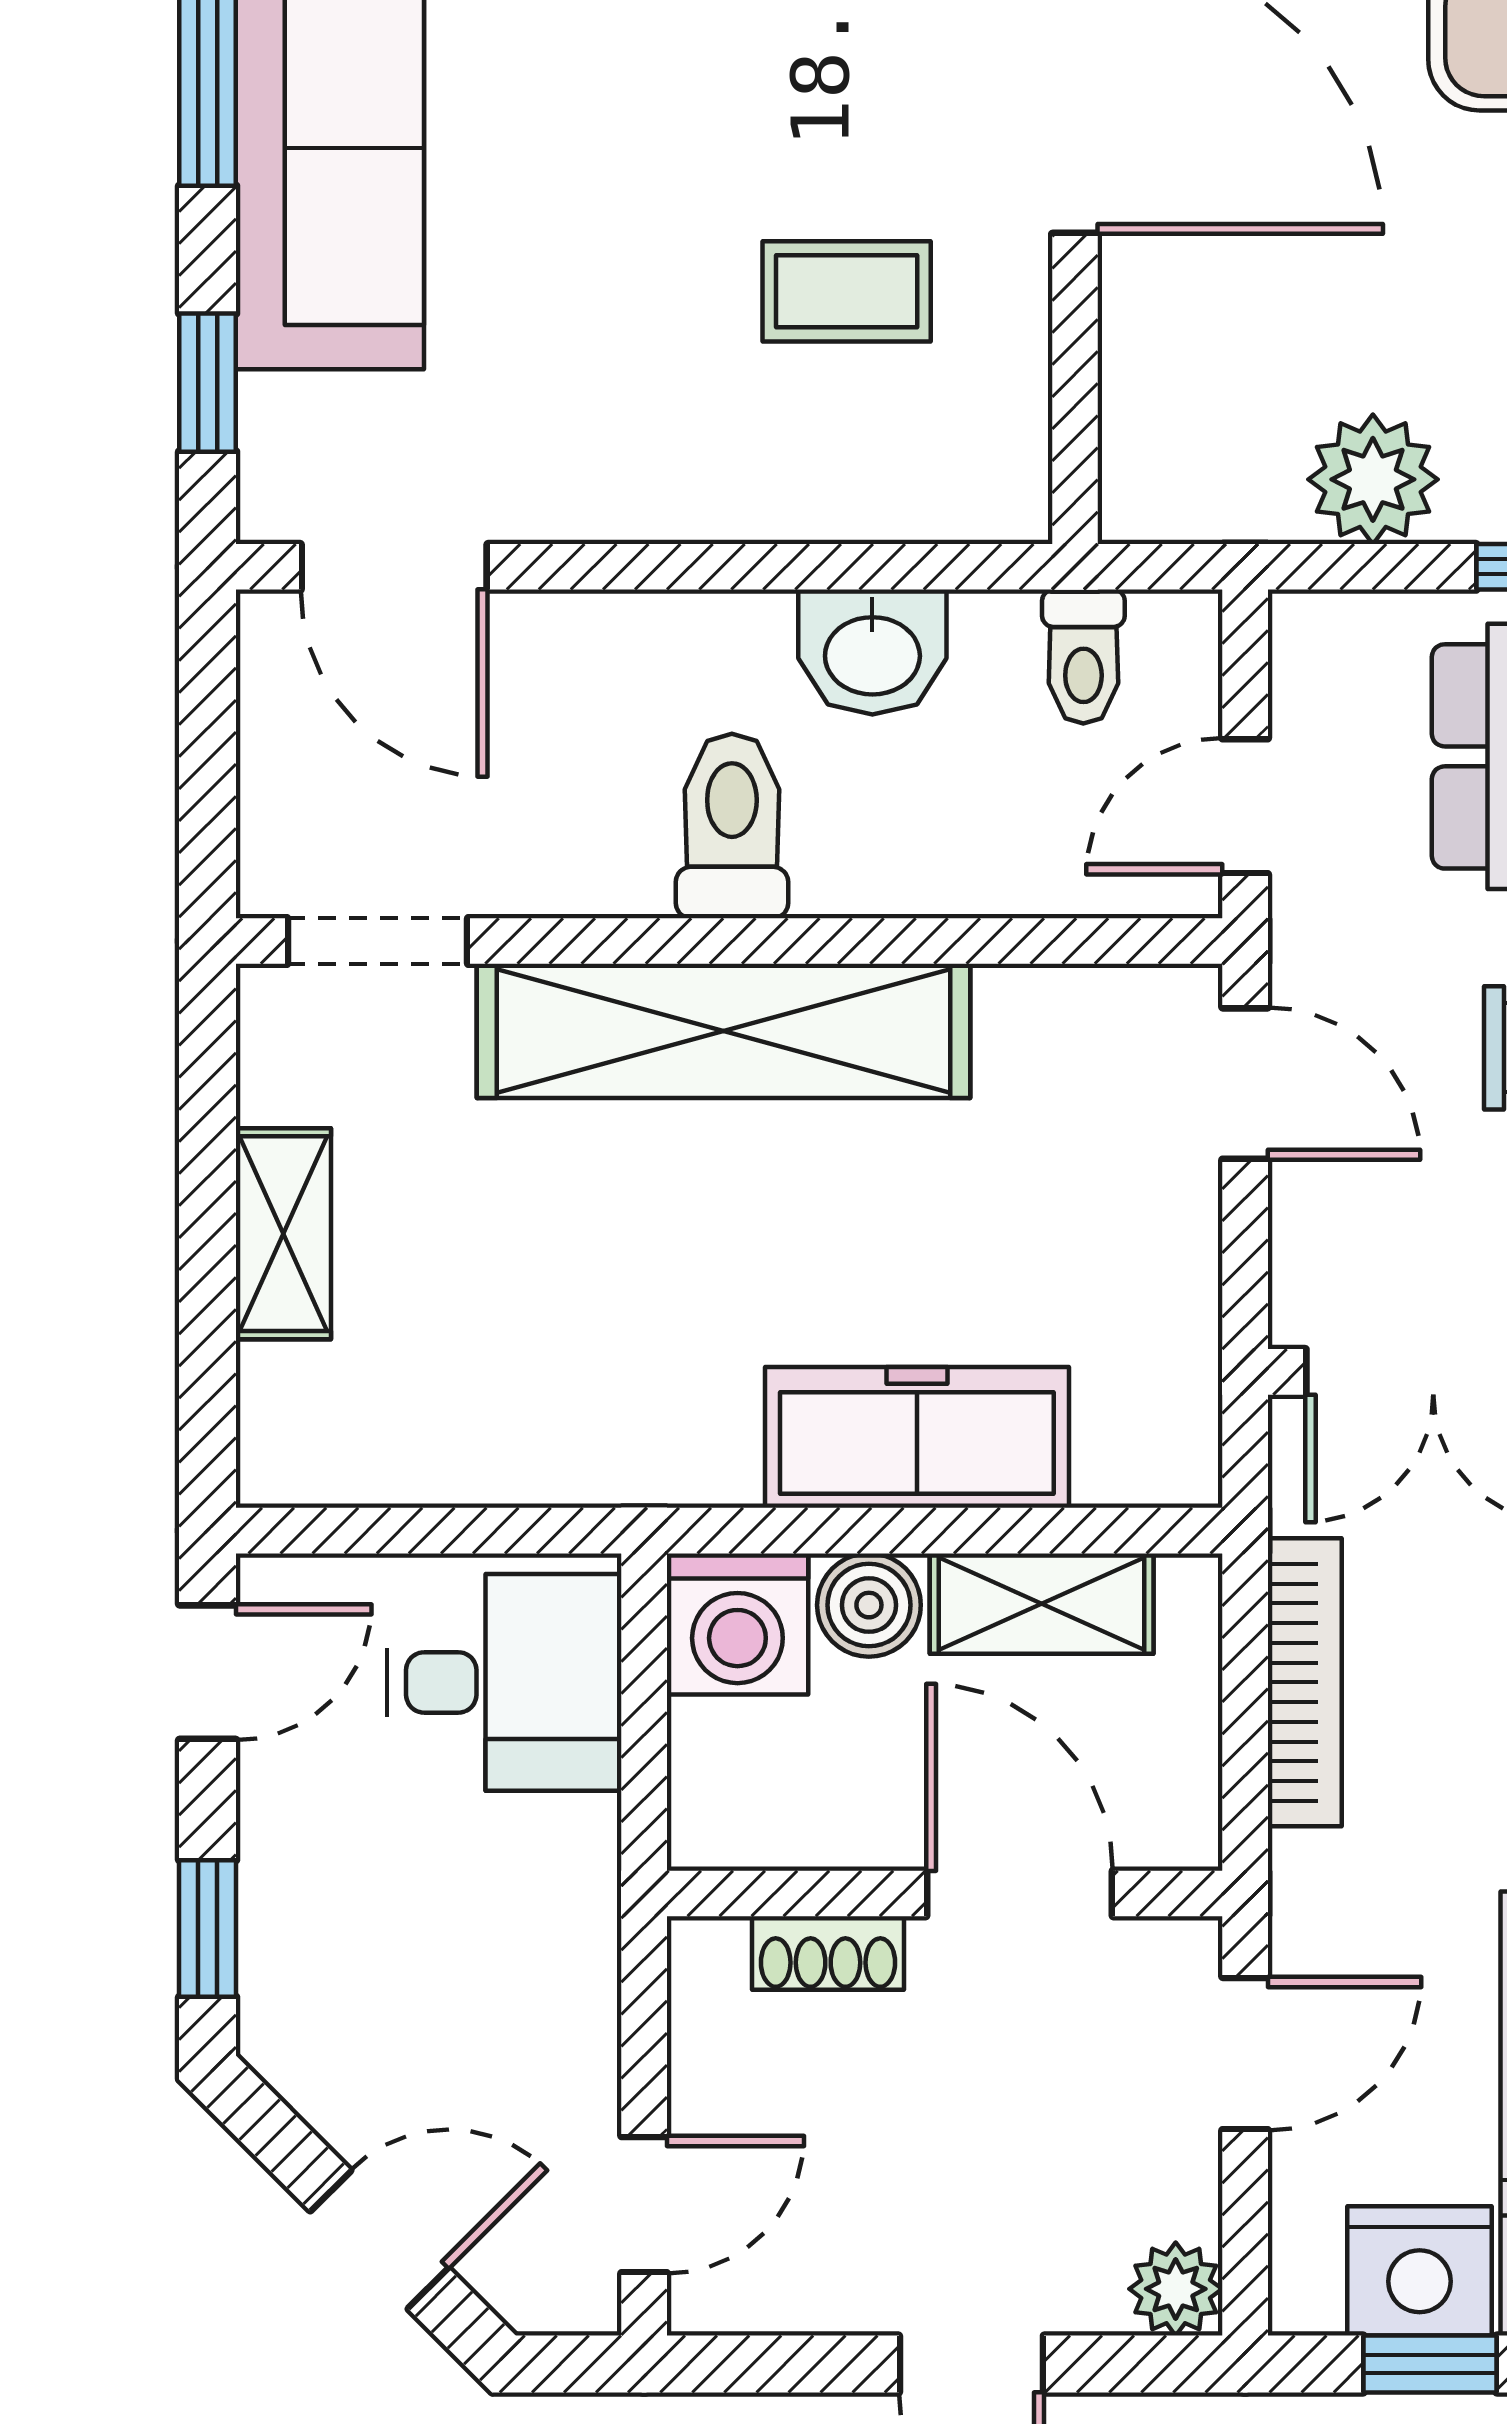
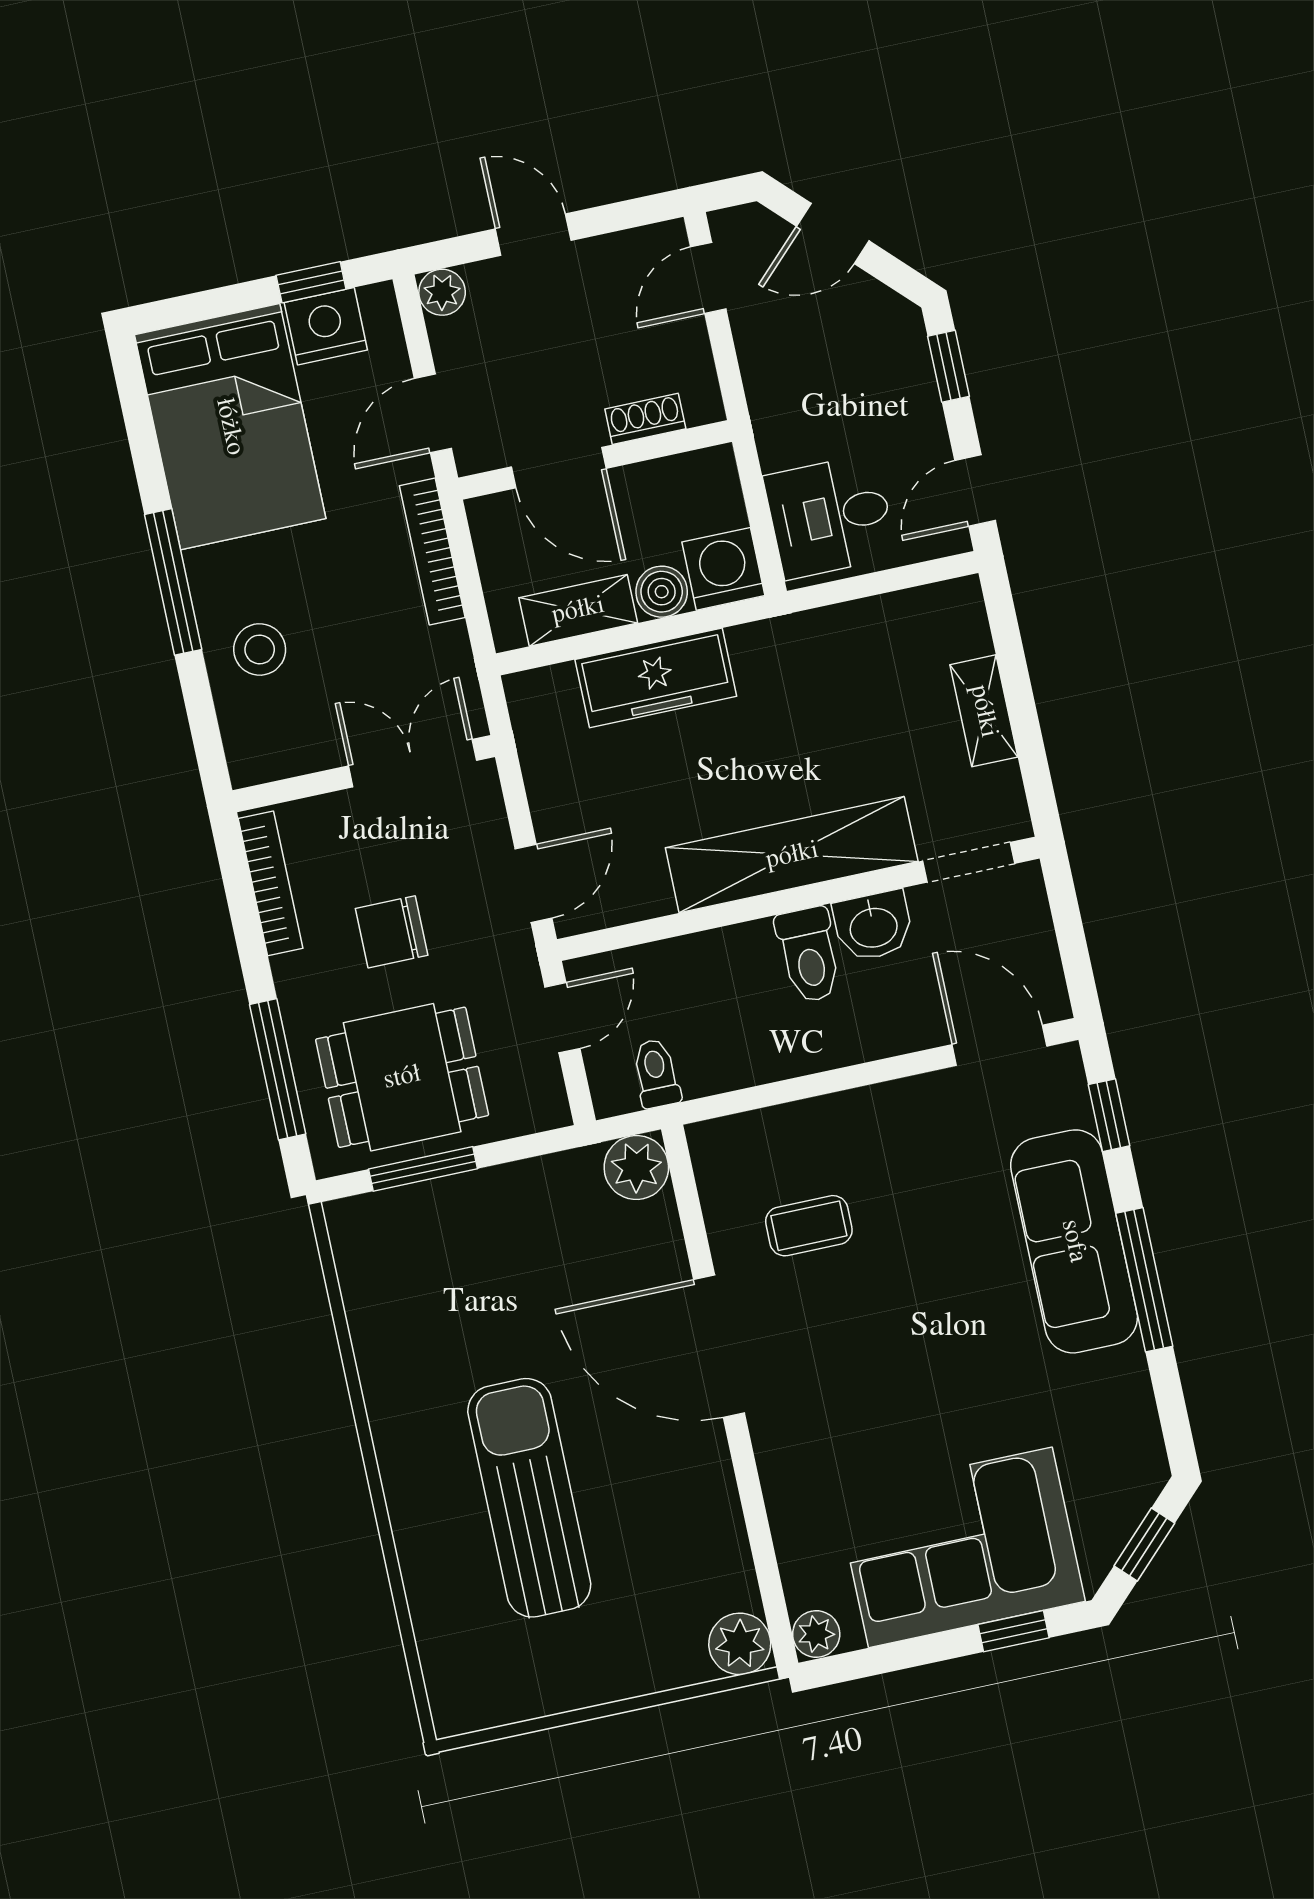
plant: (1373, 479) -> (636, 1167), moved
washbasin: (872, 652) -> (873, 926), moved, turned 180
door: (1245, 1084) -> (534, 883), swing flipped
bookcase: (1305, 1682) -> (432, 552), moved

